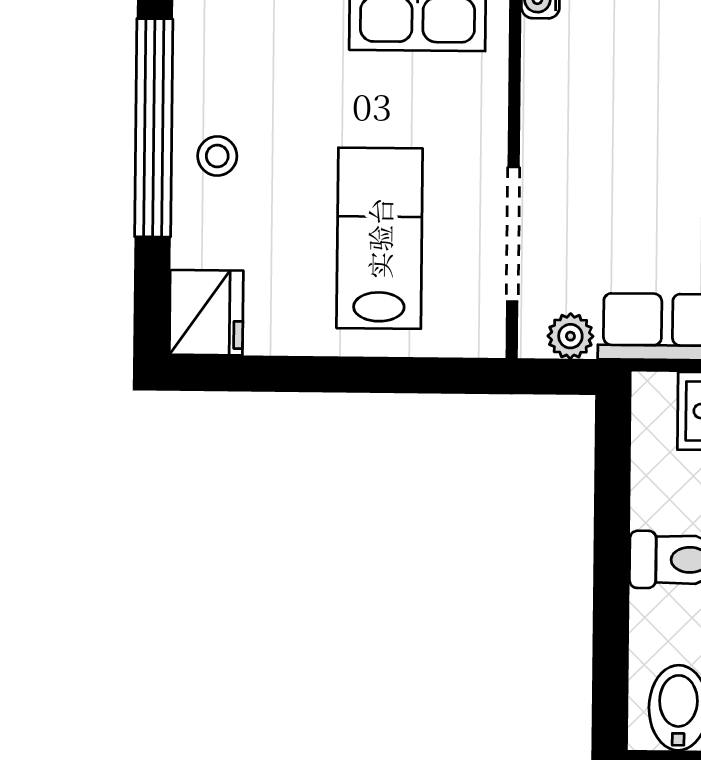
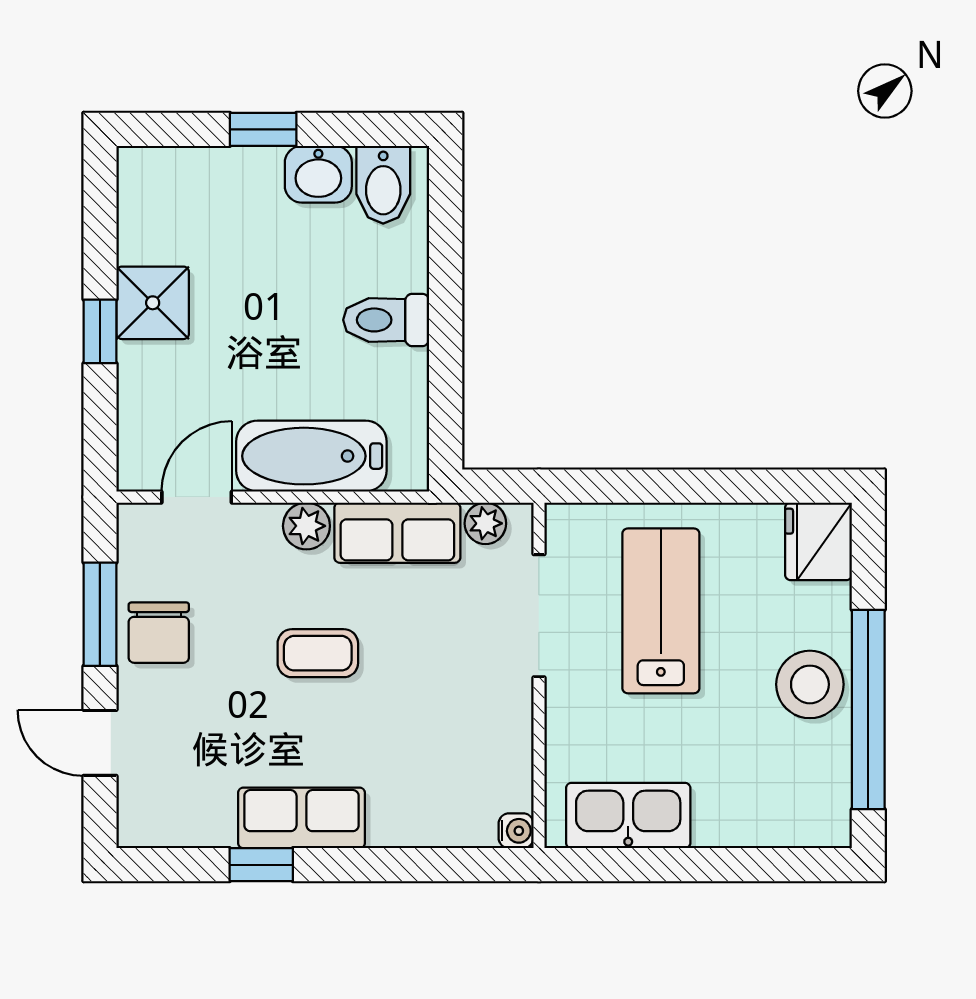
stool: (217, 156) -> (810, 684), width x1.89, depth x1.89
lab bench: (380, 238) -> (661, 611), turned 180

